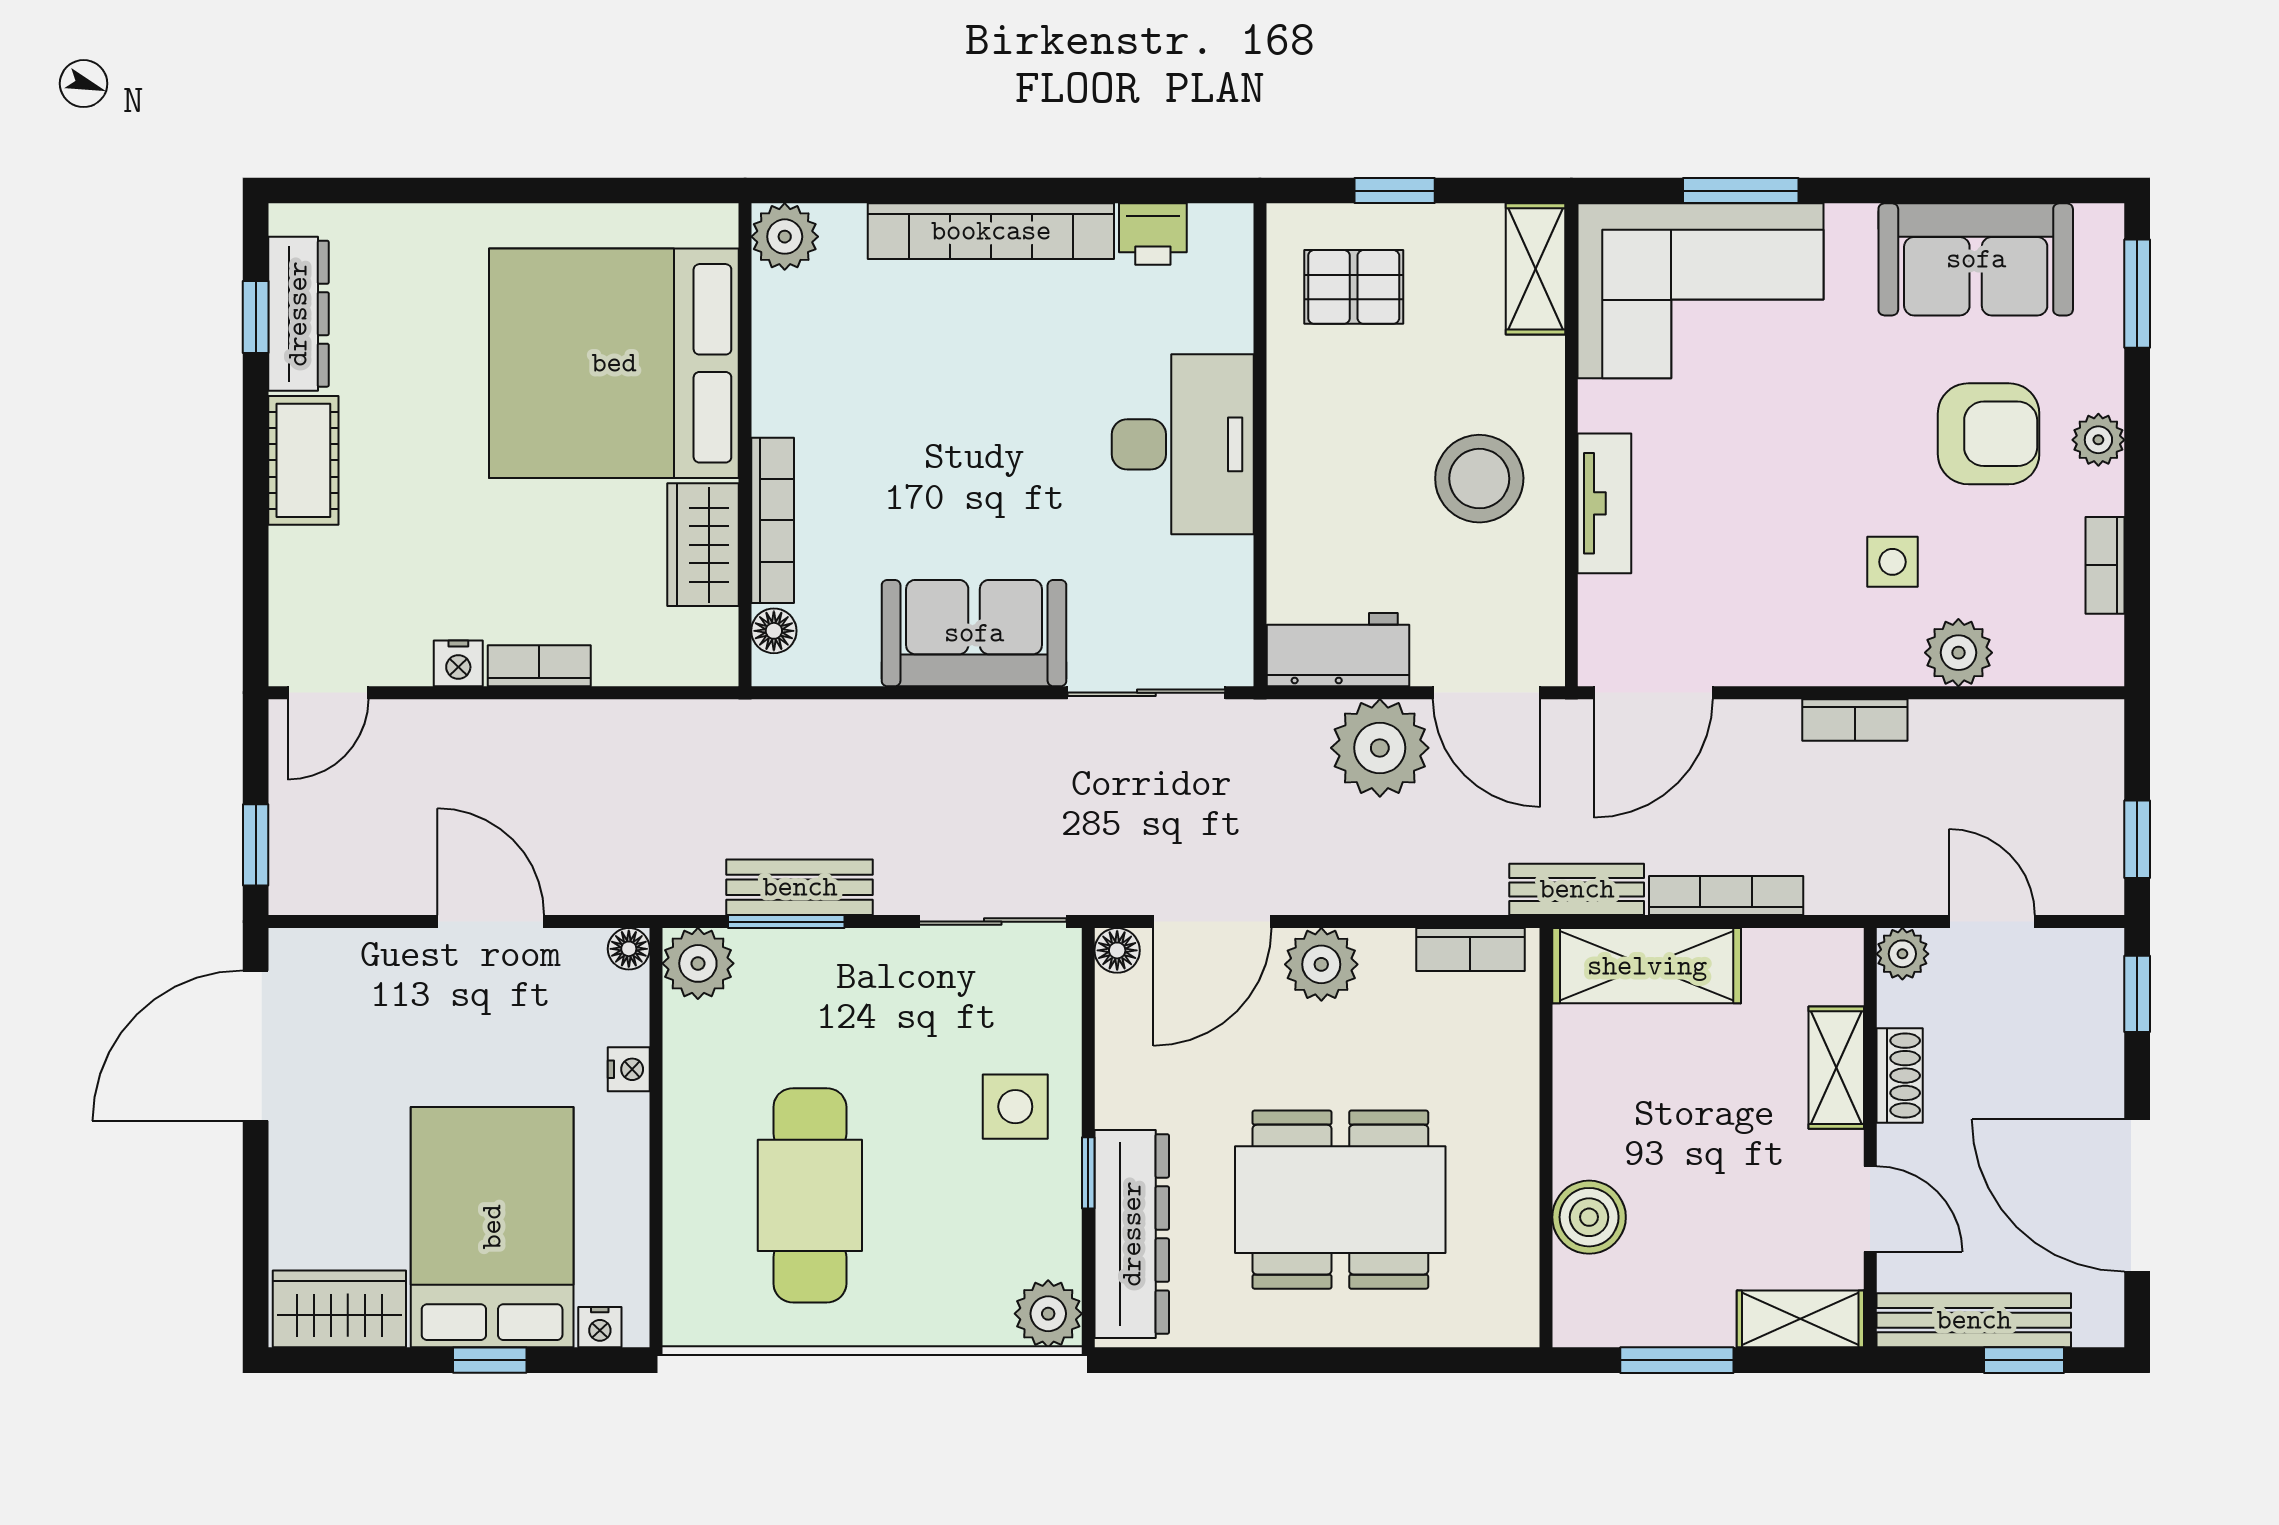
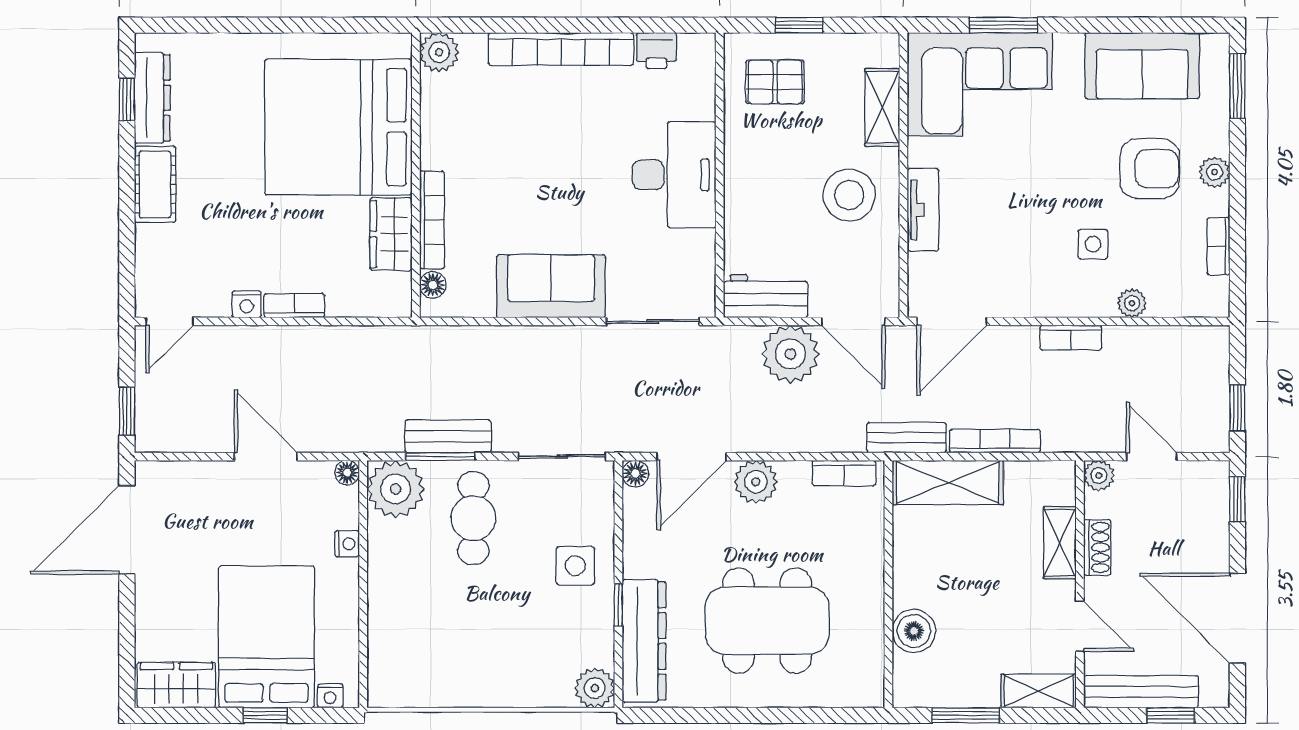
shelving: (1535, 269) -> (882, 107), moved
plant: (1958, 653) -> (1132, 303), width x0.73, depth x0.73
plant: (698, 963) -> (396, 489), width x1.36, depth x1.36
cafe table: (810, 1195) -> (473, 518), moved, width x0.73, depth x0.74

